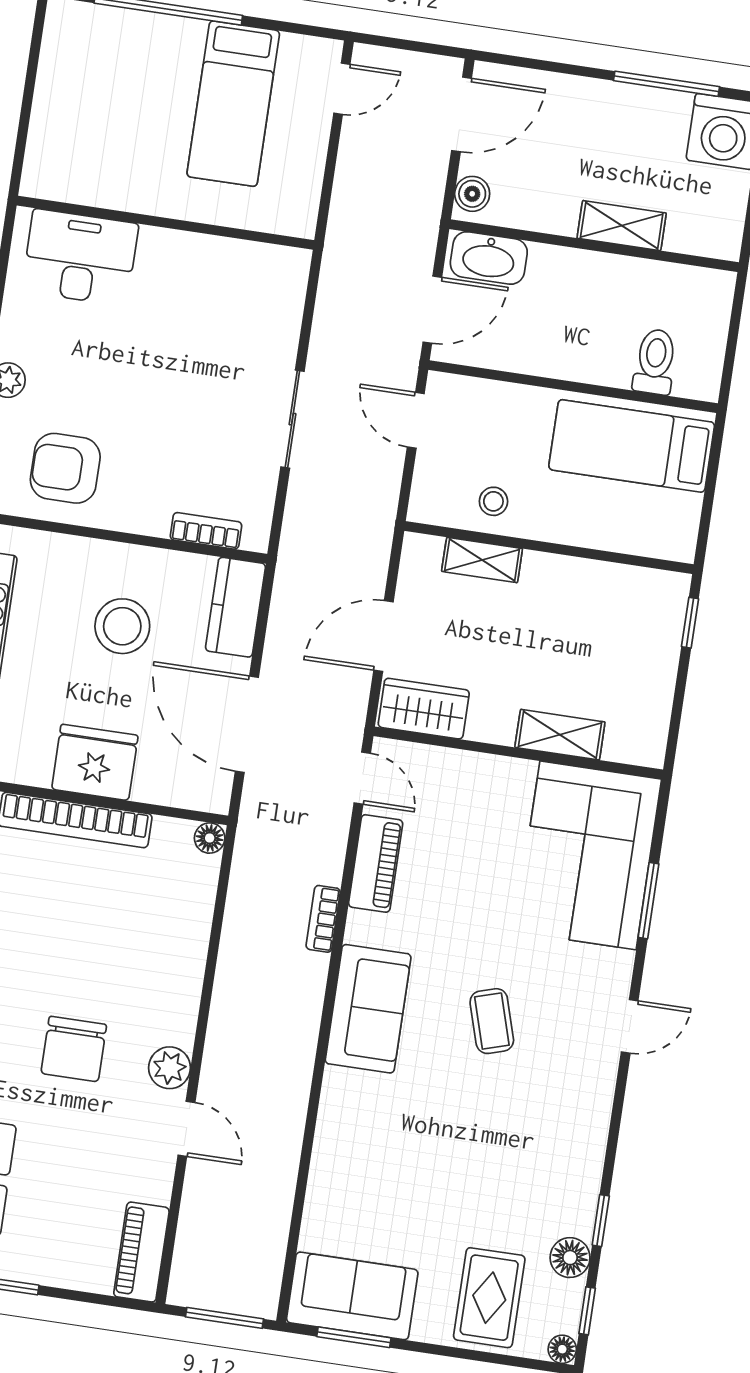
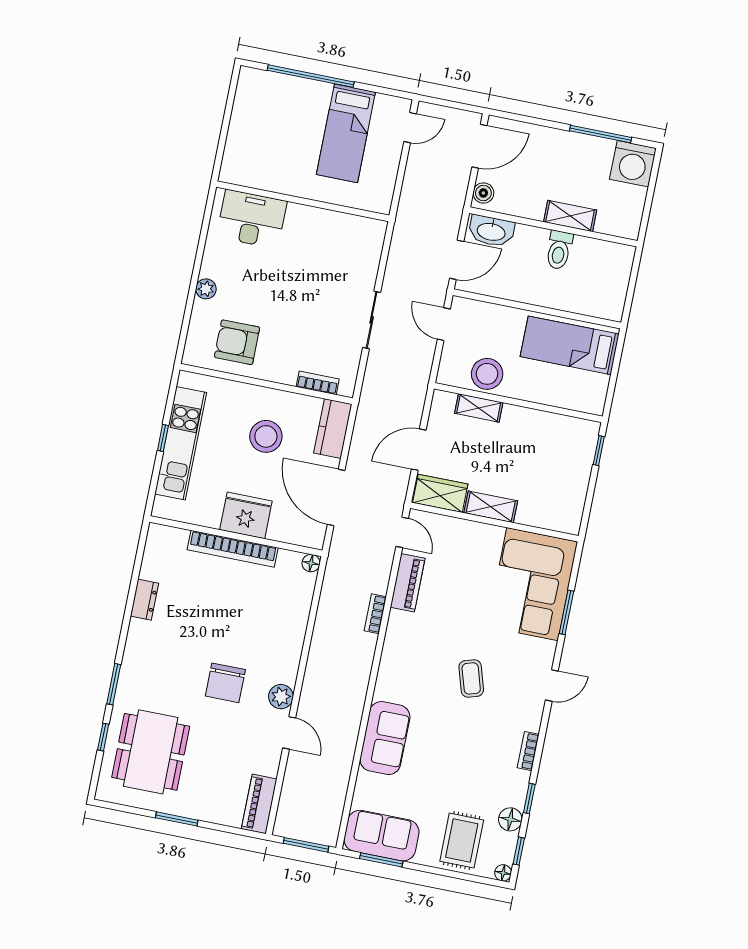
toilet: (655, 362) -> (559, 250), moved, turned 180
stool: (493, 501) -> (487, 374), width x1.89, depth x1.89
shelving: (560, 735) -> (491, 507), moved
sofa: (368, 1009) -> (385, 738), moved
bookcase: (595, 1140) -> (528, 751), added

